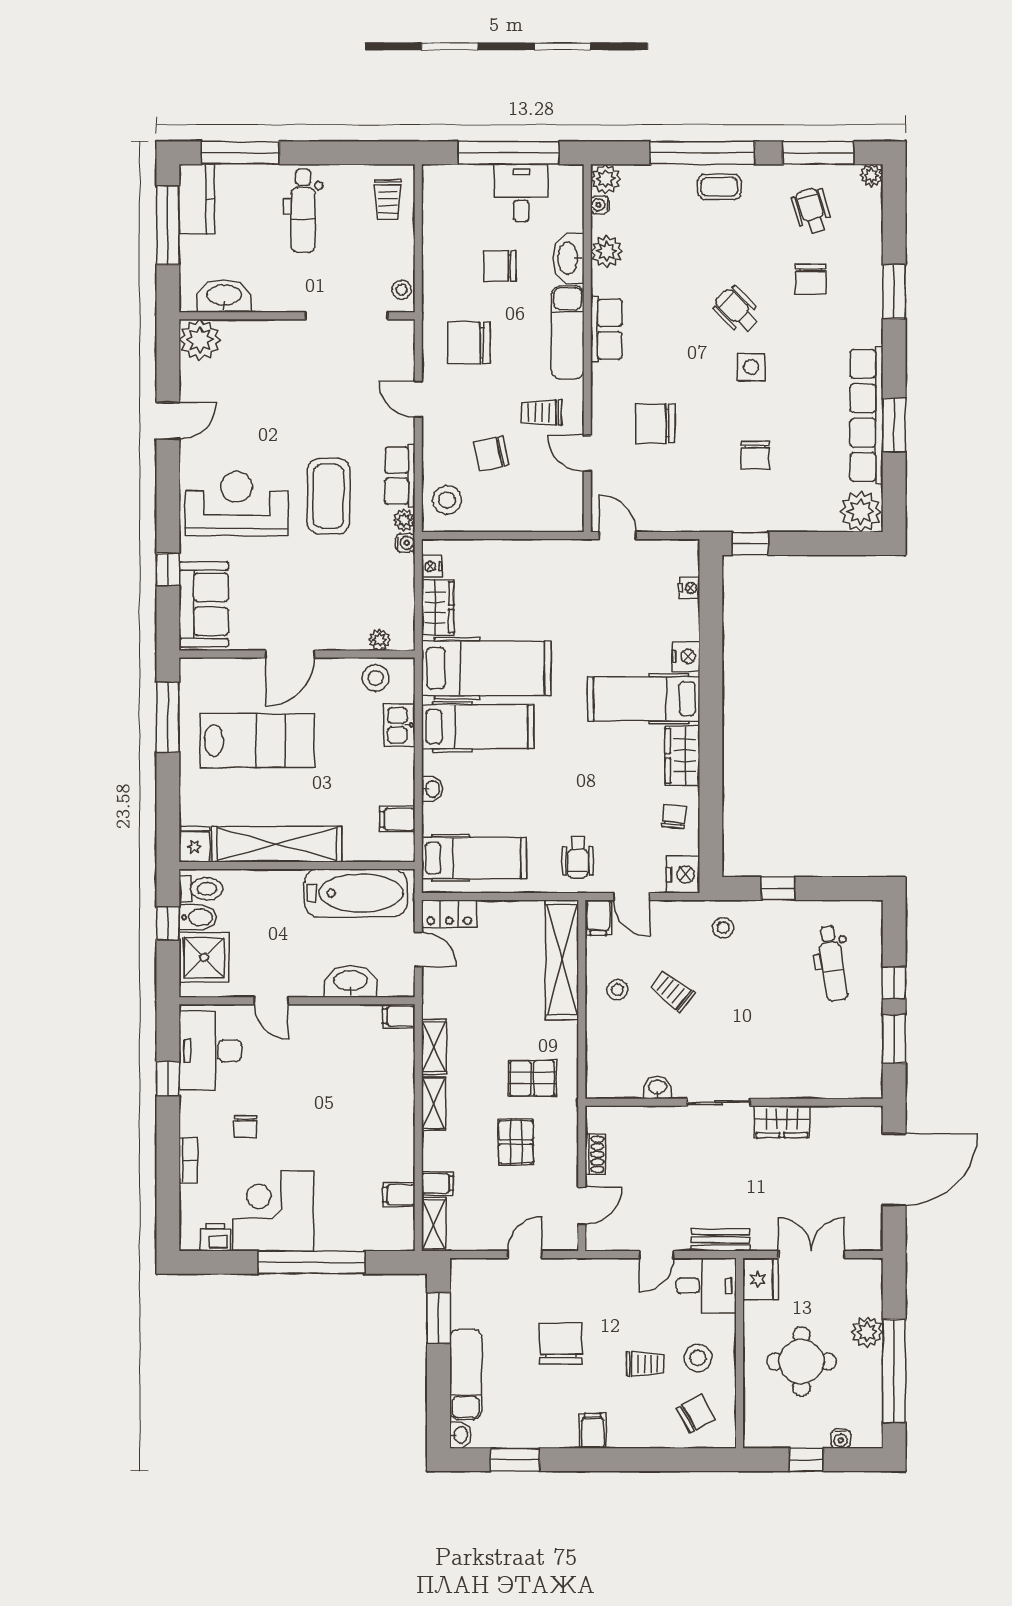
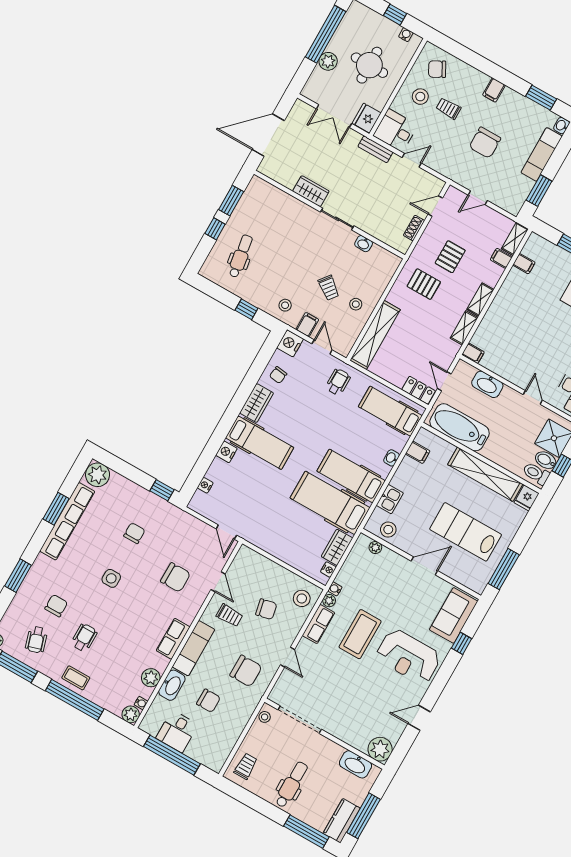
wheelchair: (737, 310) -> (84, 638), moved, turned -135
filing cabinet: (598, 917) -> (307, 325), moved
water cooler: (841, 1439) -> (406, 35), moved

